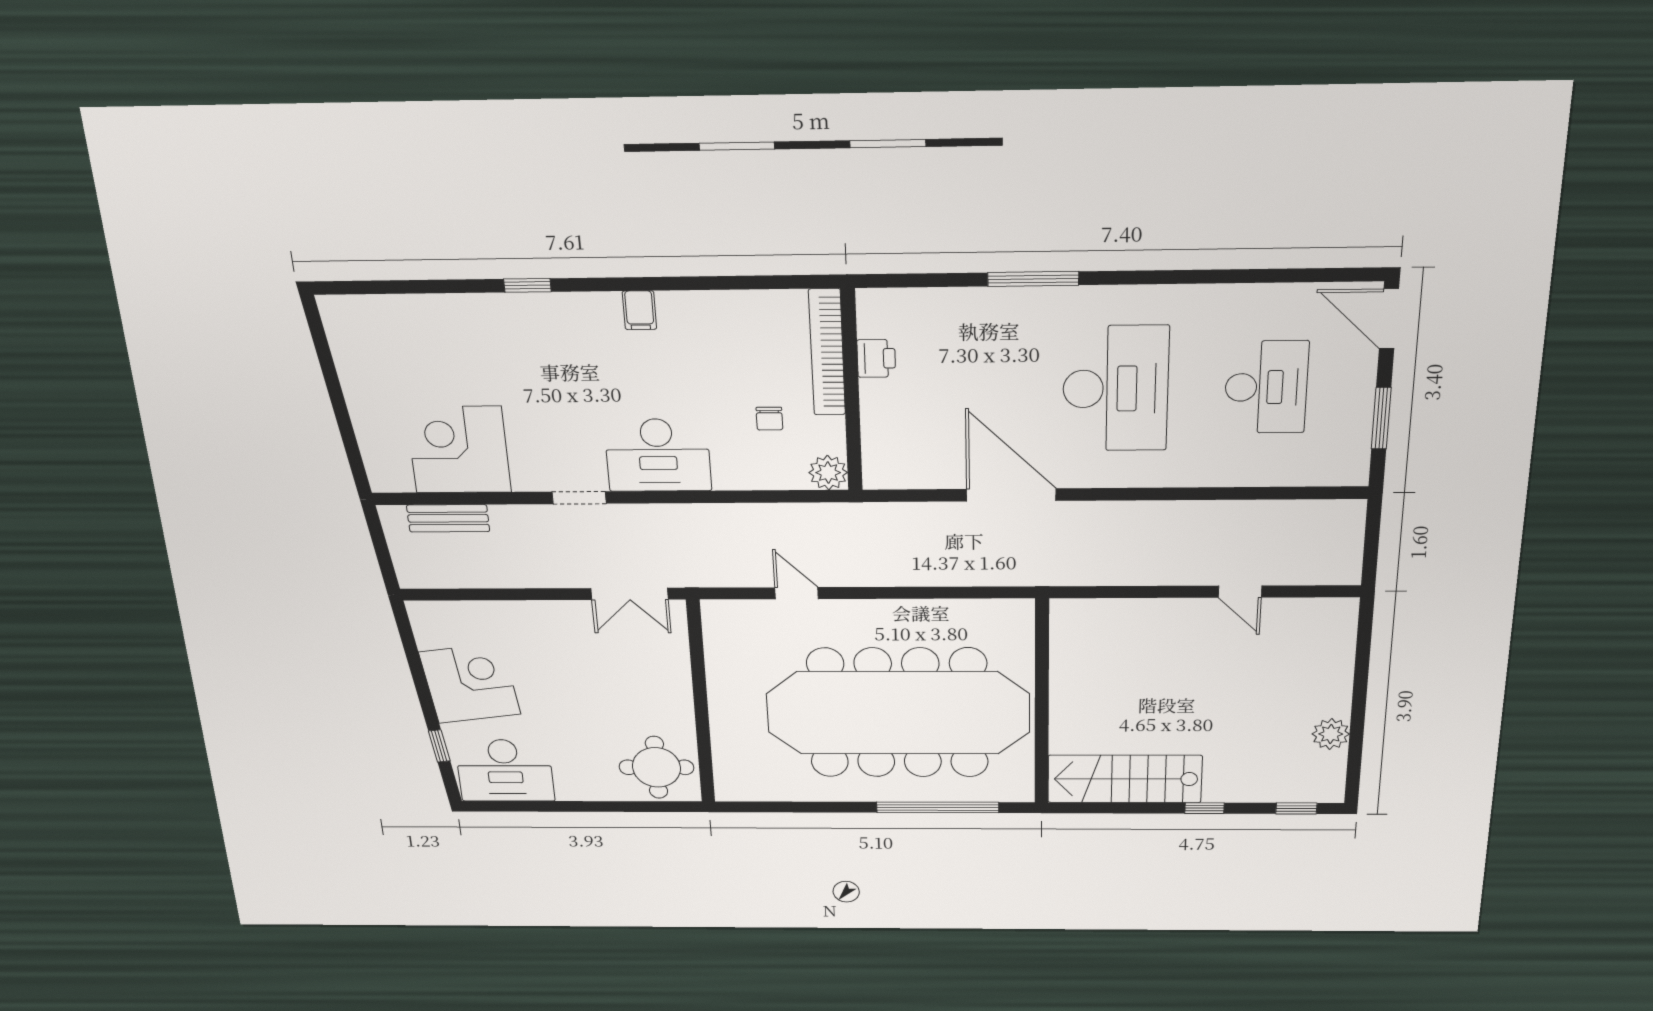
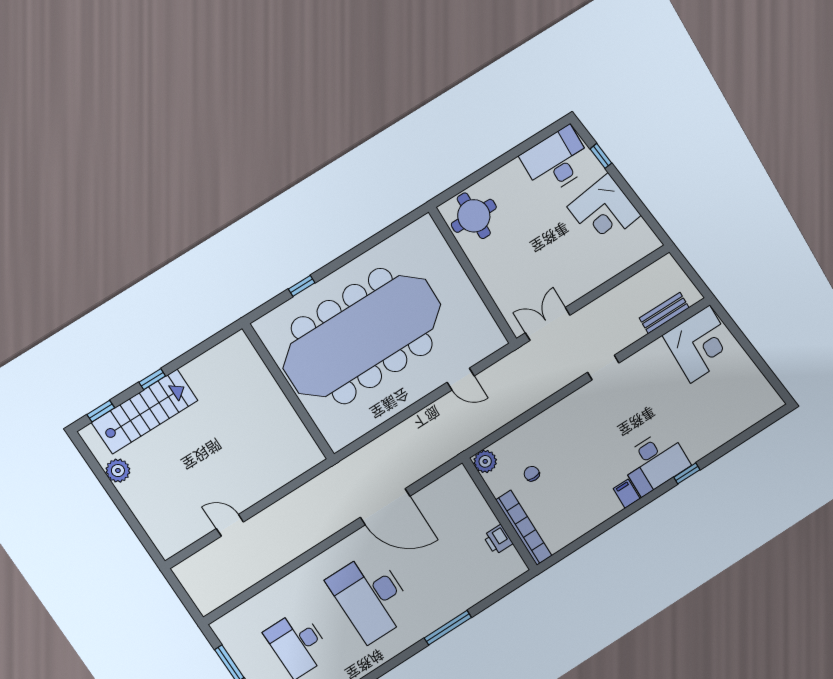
corner desk: (459, 450) -> (700, 344), moved
desk: (658, 455) -> (655, 462), moved, turned 180
stairs: (1125, 779) -> (145, 412), moved
window: (938, 807) -> (302, 286), width x0.32

